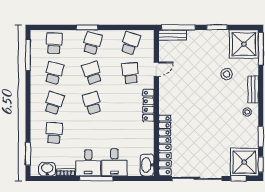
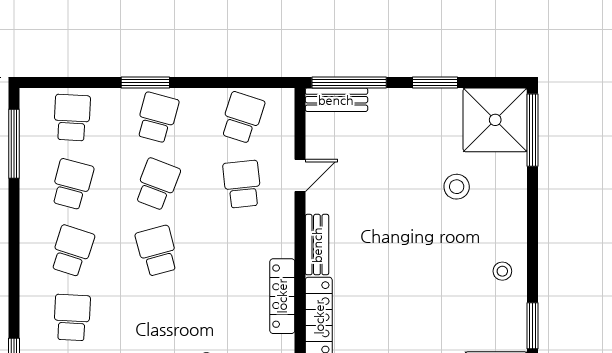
school desk: (92, 73) -> (157, 184), turned 39
bench: (253, 89) -> (317, 245), moved
locker: (148, 105) -> (282, 296), moved

